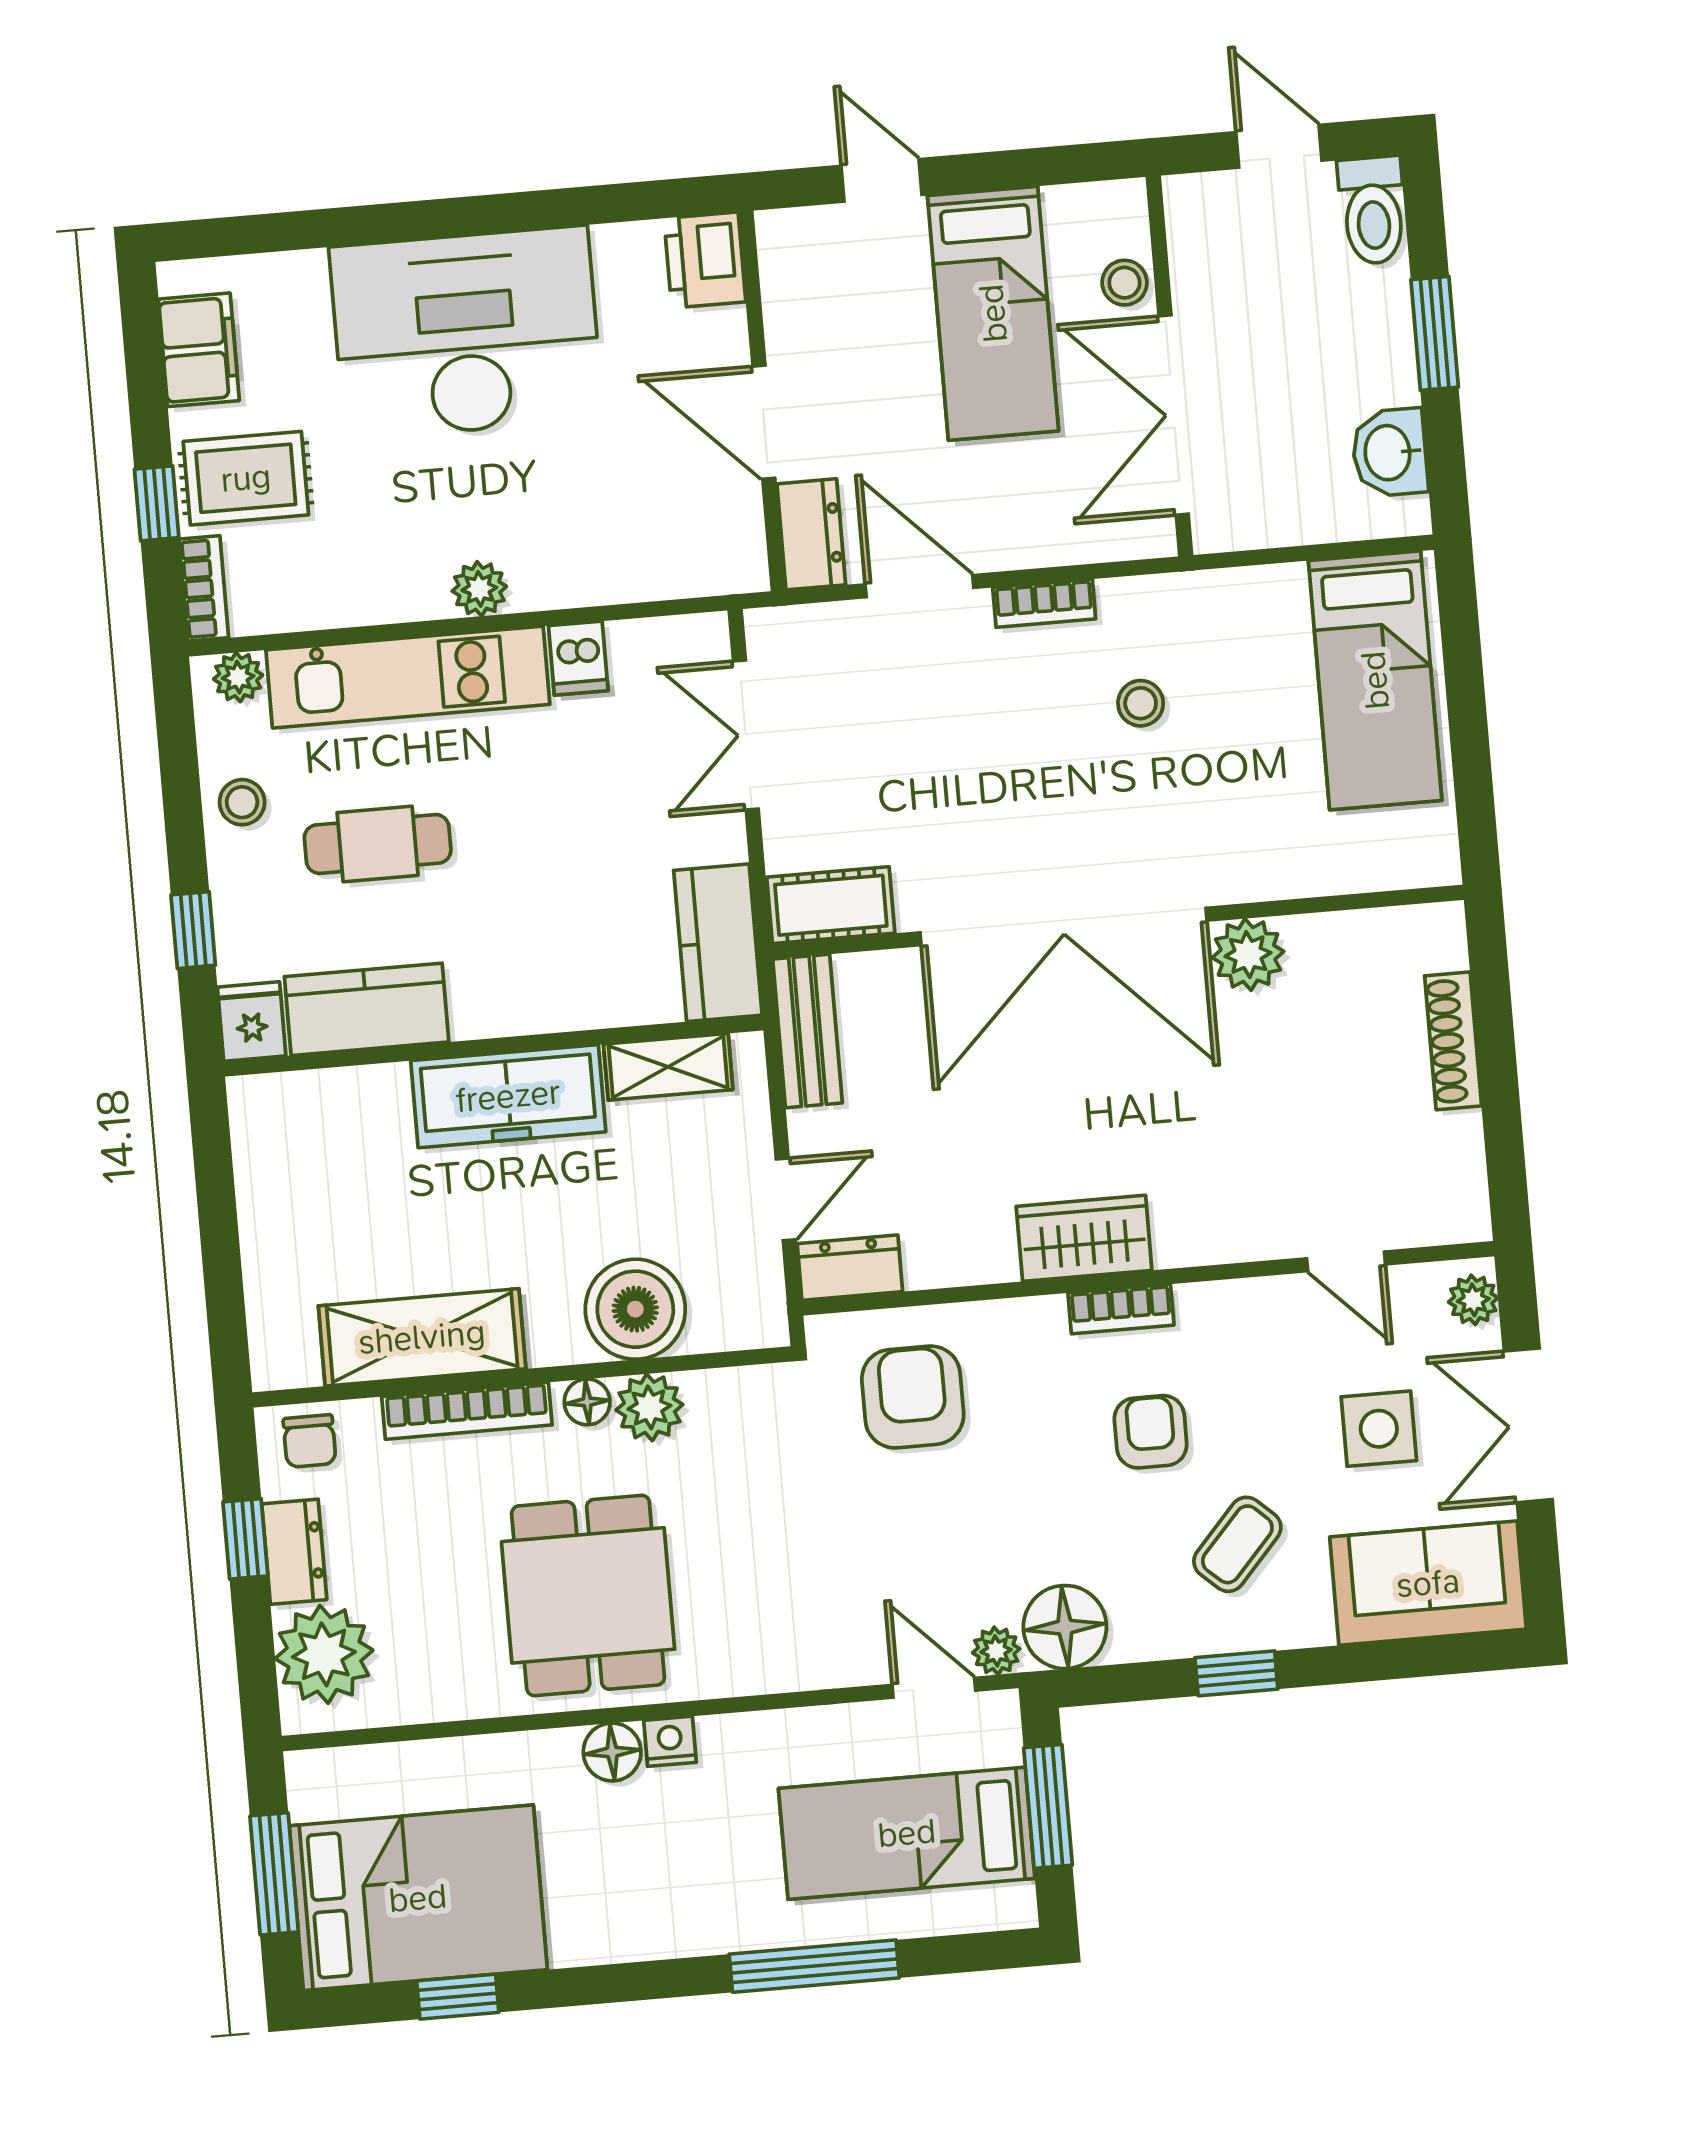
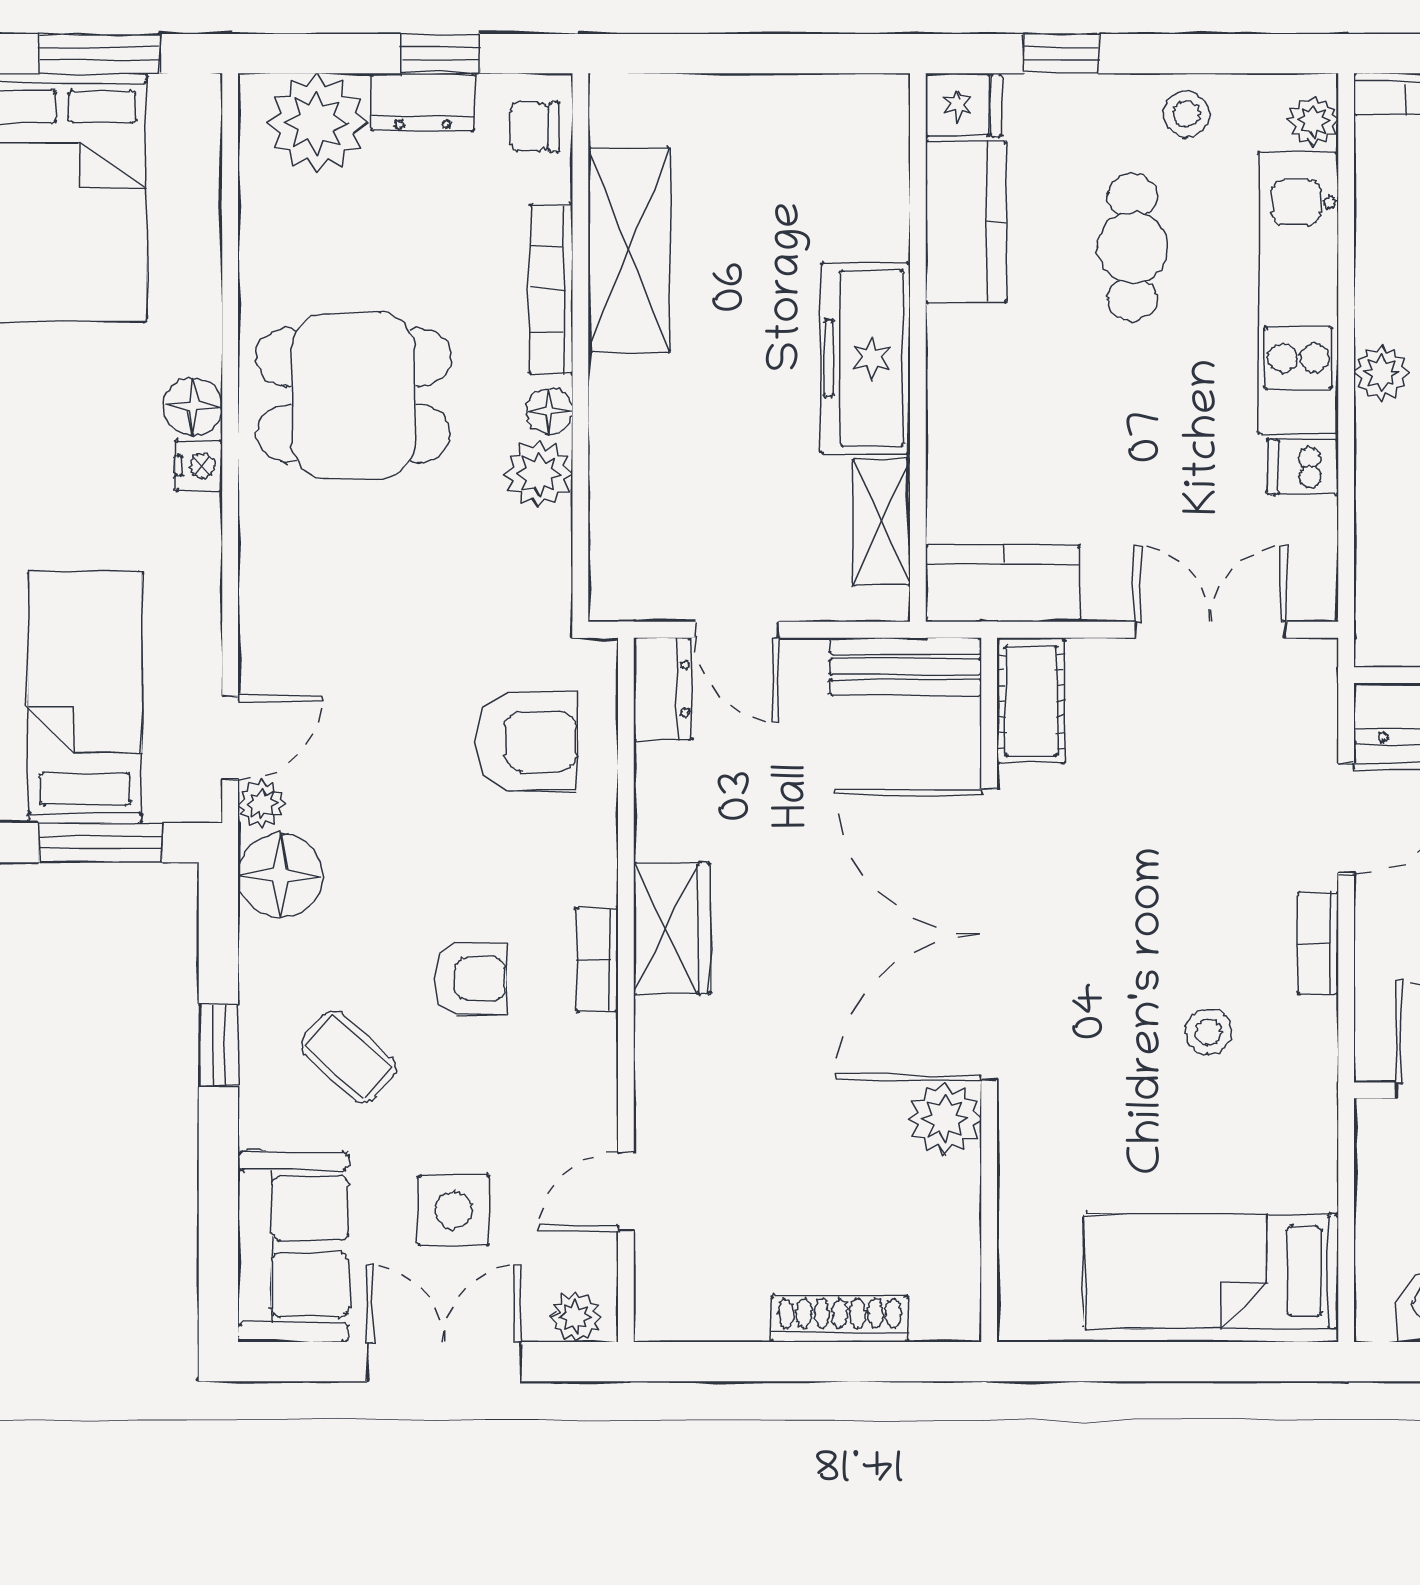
boiler: (635, 1309) -> (639, 468), removed

